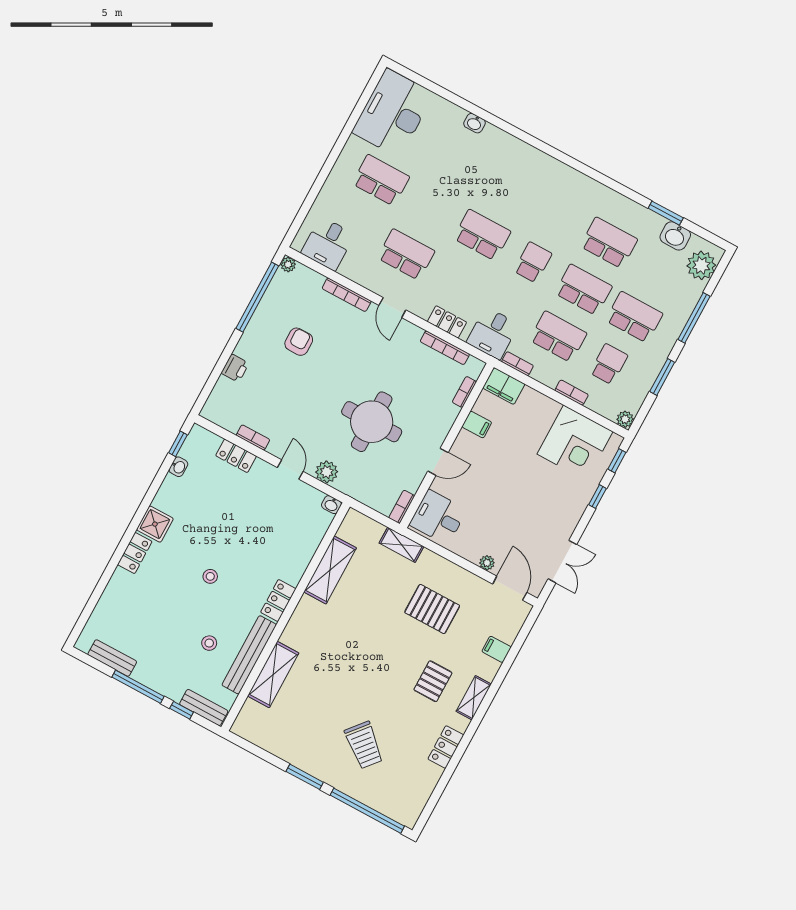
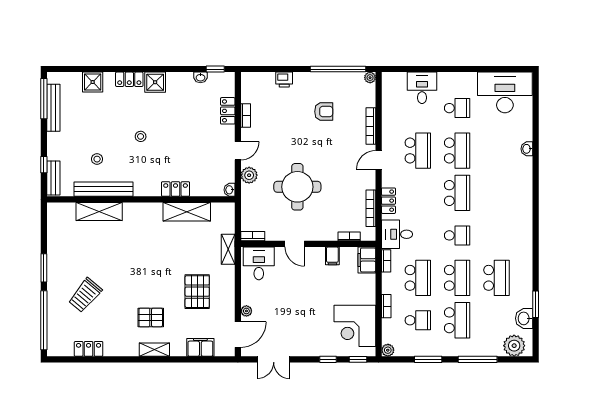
school desk: (381, 180) -> (457, 108), width x0.54
school desk: (431, 208) -> (457, 151), added
desk: (328, 244) -> (422, 88), moved, turned 90
shower: (114, 599) -> (93, 82), added
locker: (278, 601) -> (176, 189), moved
filing cabinet: (497, 649) -> (200, 347), width x2.00
bench: (112, 658) -> (53, 108), width x1.36
window: (138, 687) -> (44, 99), moved
locker: (446, 747) -> (89, 349), moved

